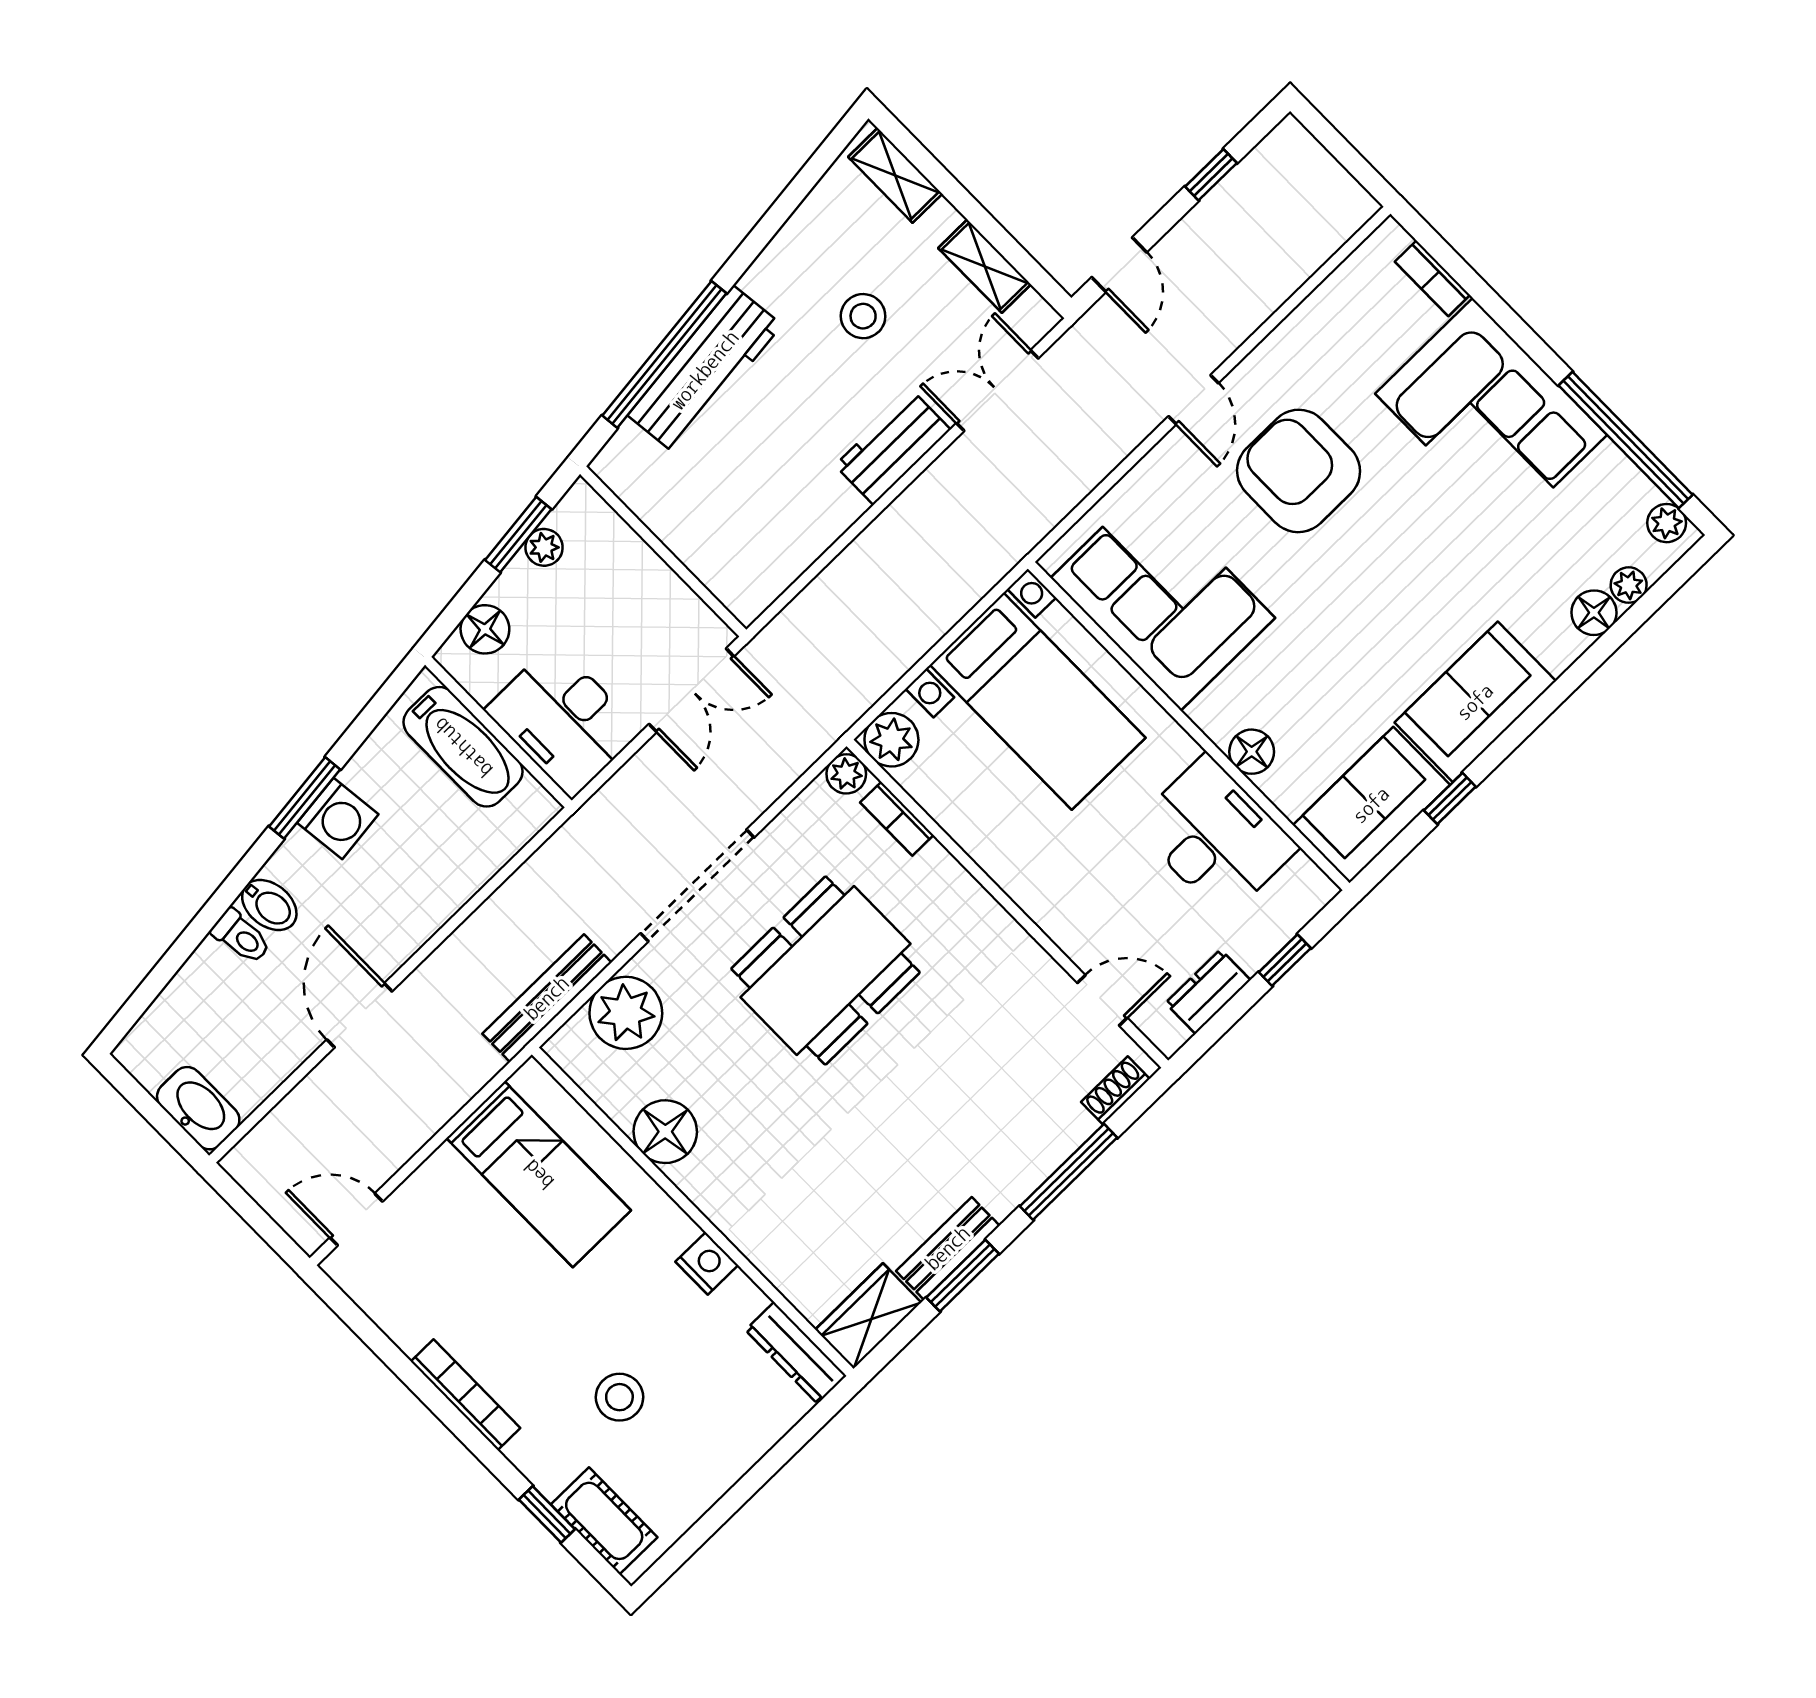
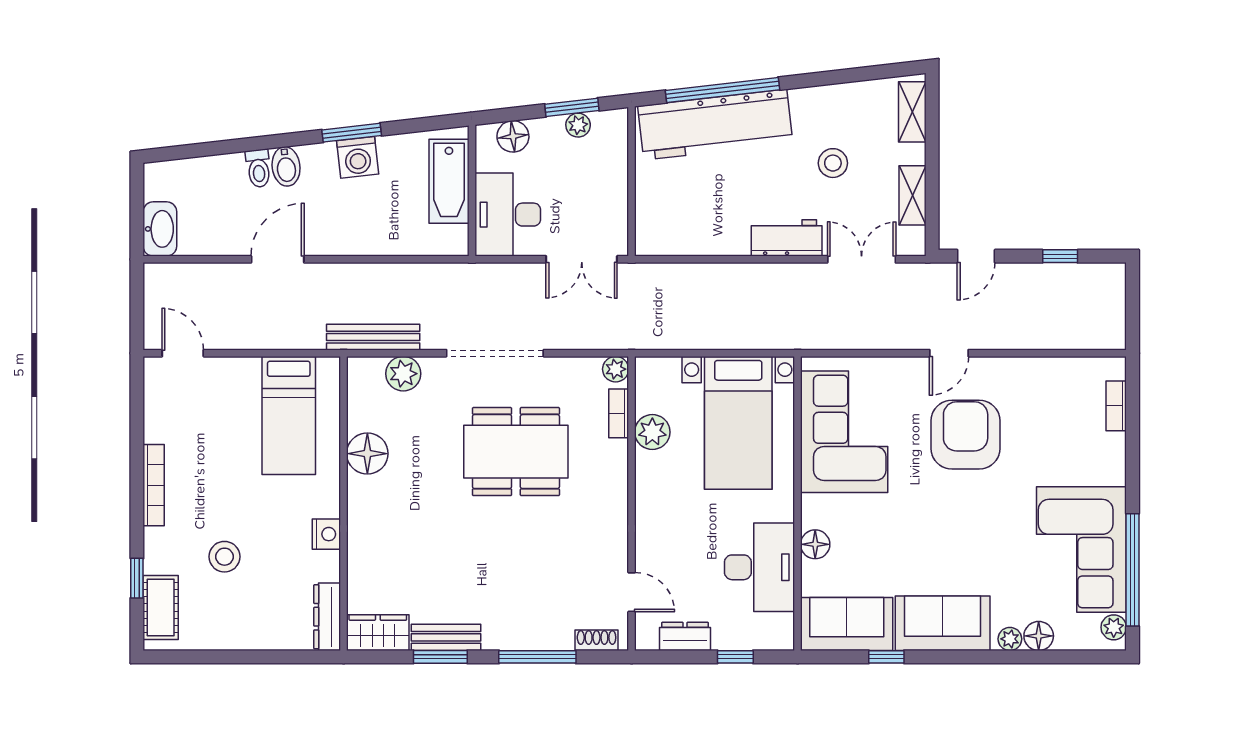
workbench: (705, 370) -> (715, 125), width x1.36, depth x1.32
corner sofa: (1491, 414) -> (1081, 549), moved
plant: (1629, 585) -> (1010, 639), moved
plant: (891, 740) -> (652, 432), moved
plant: (626, 1013) -> (403, 374), width x0.73, depth x0.73

